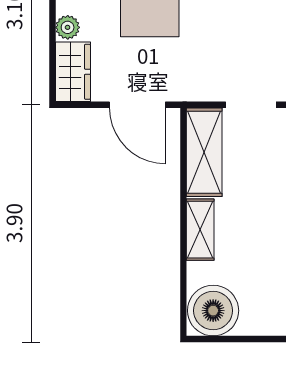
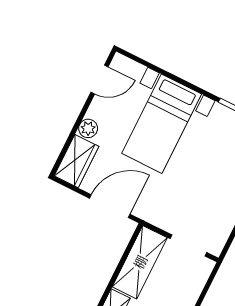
door: (137, 105) -> (110, 206), swing flipped

